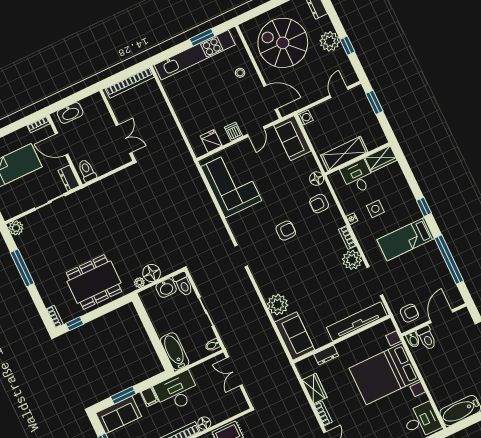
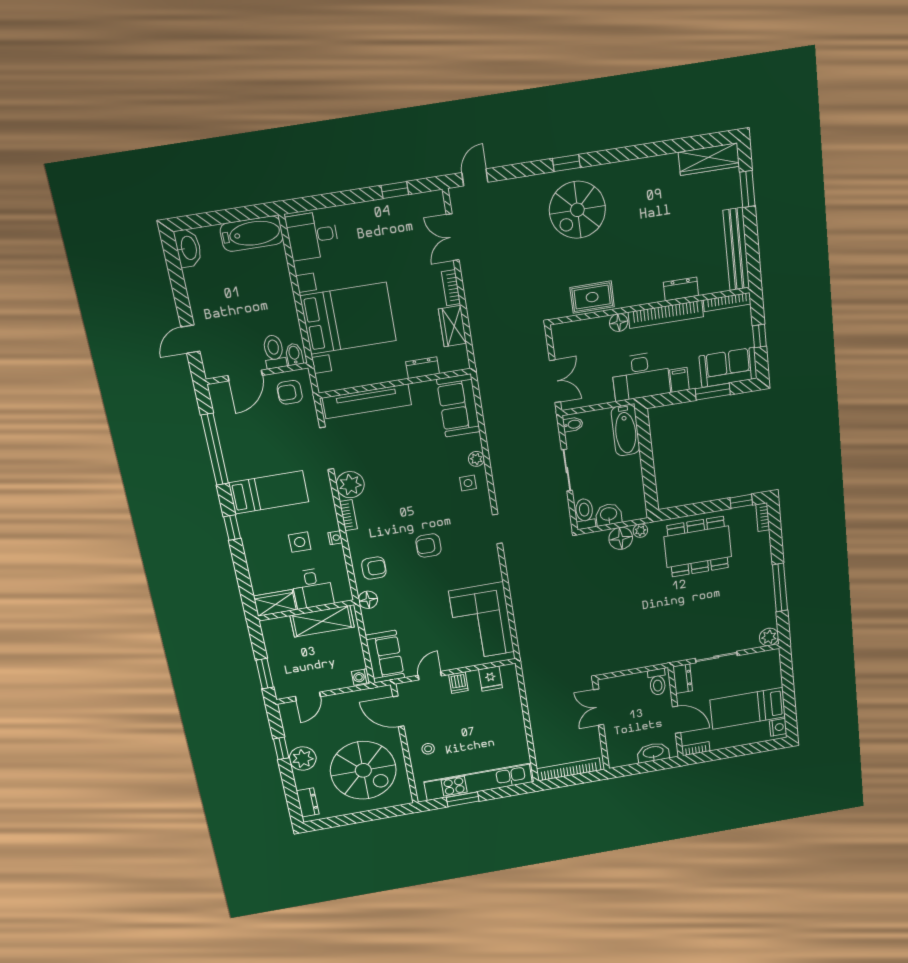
side table: (272, 284) -> (468, 483), added
plant: (278, 305) -> (476, 459), width x0.53, depth x0.53

